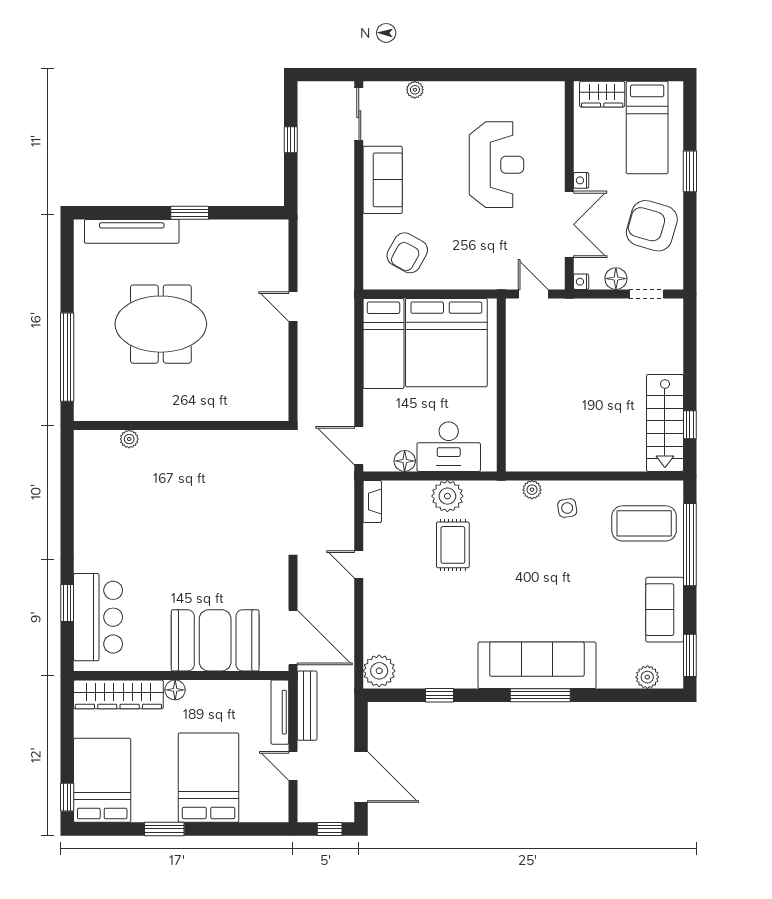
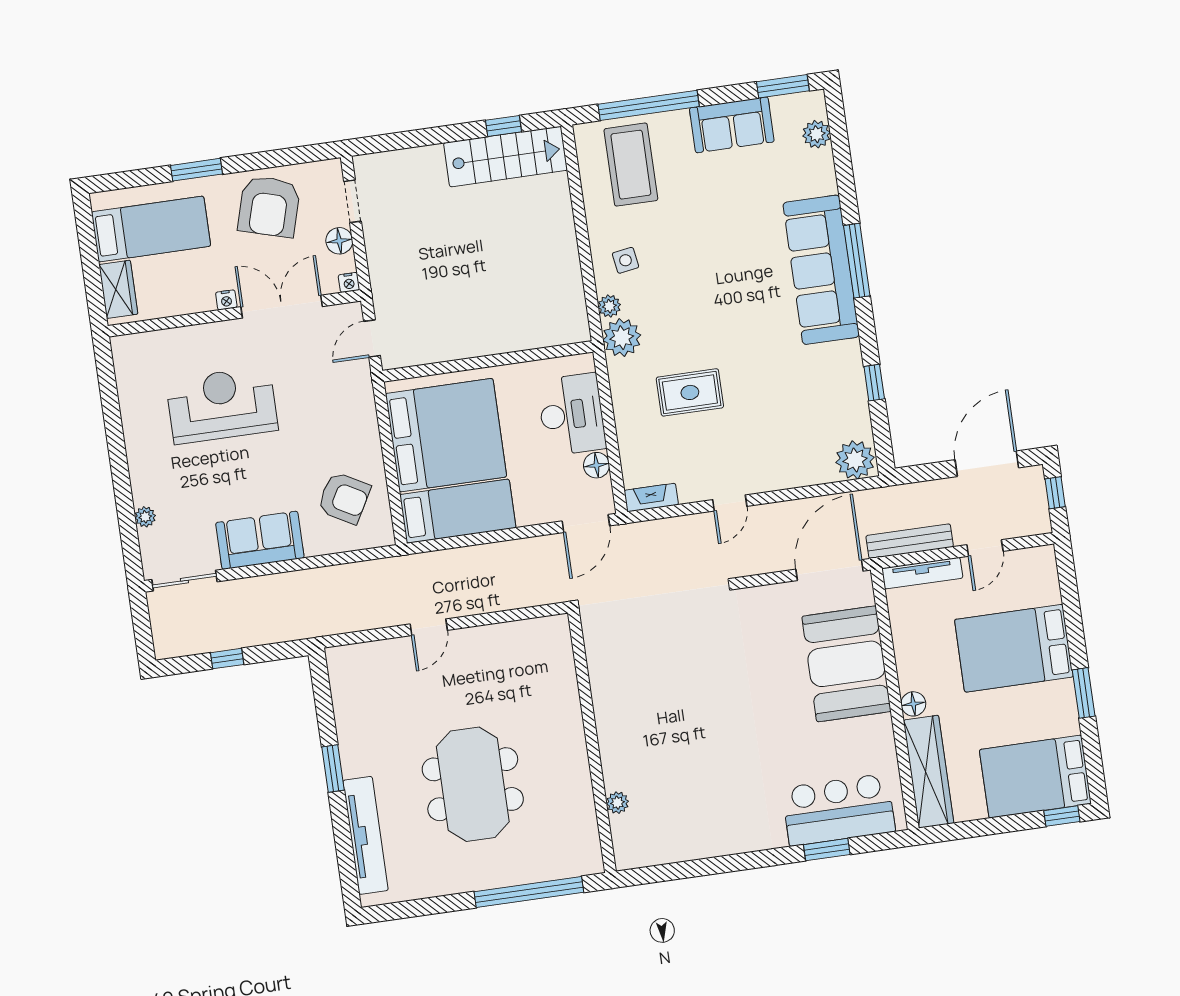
plant: (447, 496) -> (622, 338), moved

